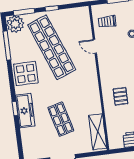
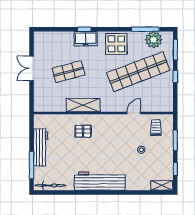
plant: (15, 24) -> (154, 40), moved
freezer: (25, 111) -> (86, 39), width x0.71
shelving: (98, 132) -> (83, 105), moved

